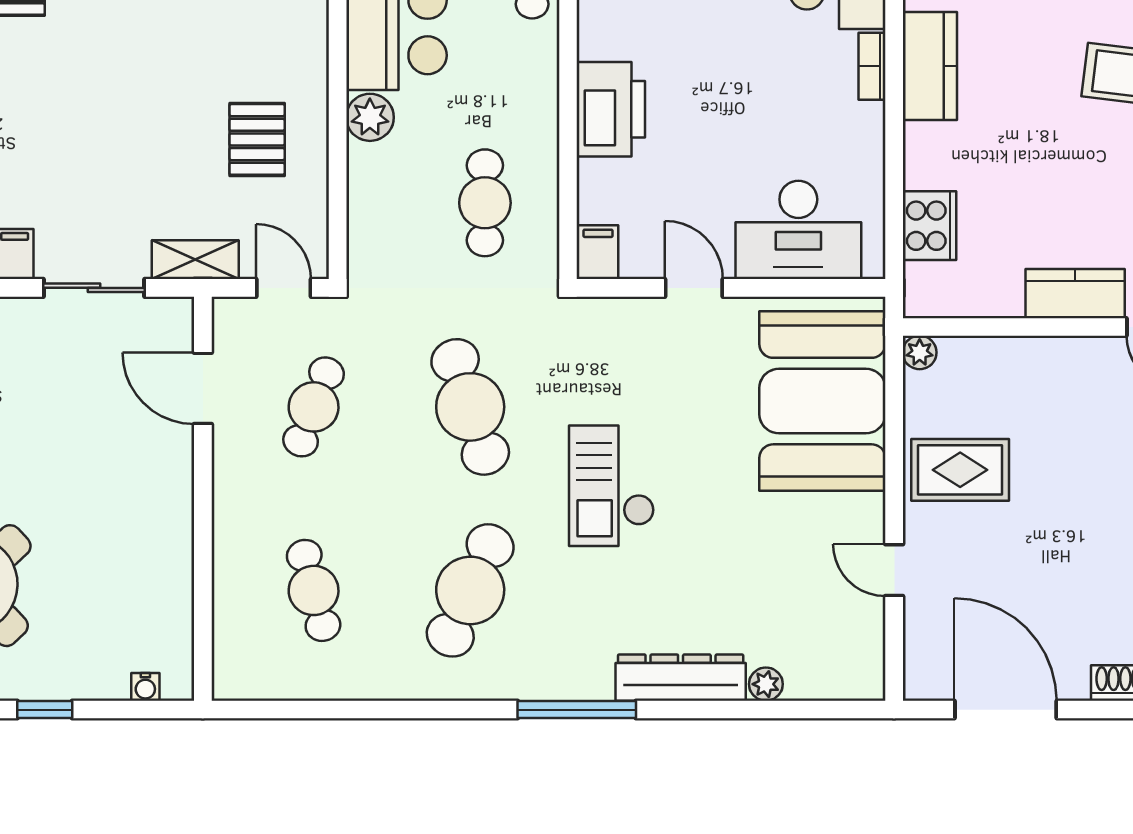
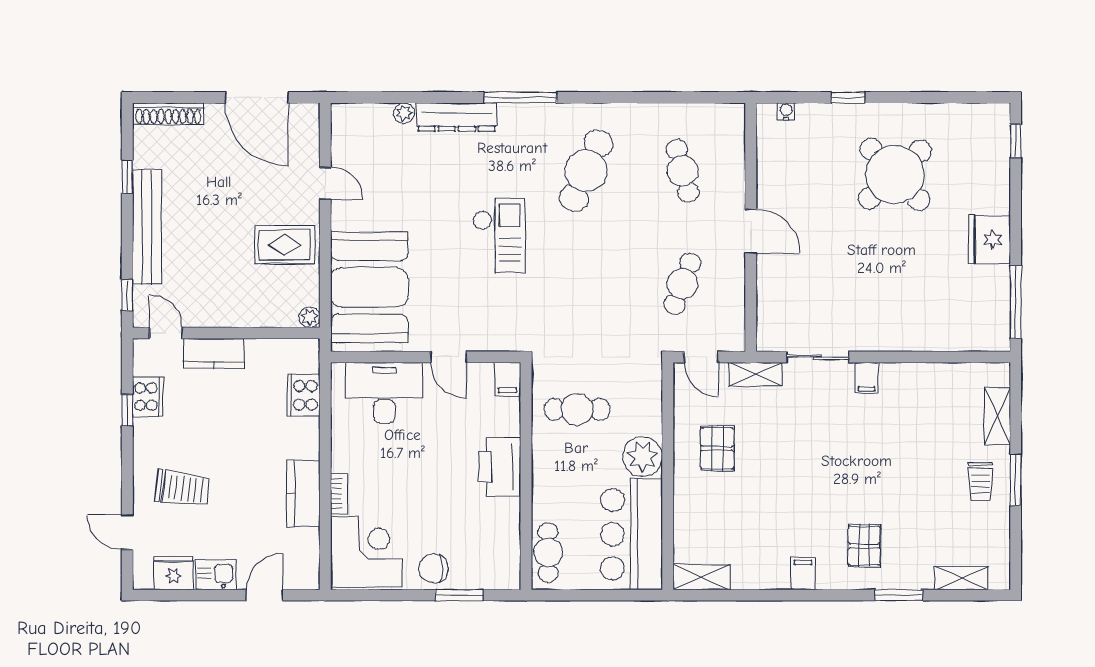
plant: (370, 117) -> (643, 457), width x1.36, depth x1.36
cafe table: (485, 203) -> (577, 409), turned 90
door: (203, 388) -> (751, 231), moved
cafe table: (470, 407) -> (586, 284), removed

